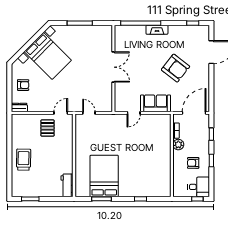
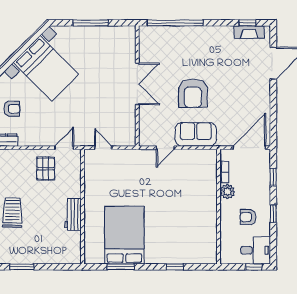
fireplace: (157, 30) -> (249, 32), moved
armchair: (176, 68) -> (193, 93), moved, turned 52
workbench: (67, 185) -> (73, 214), moved

